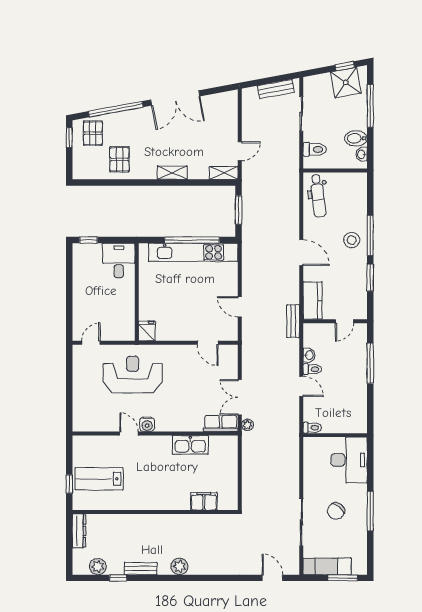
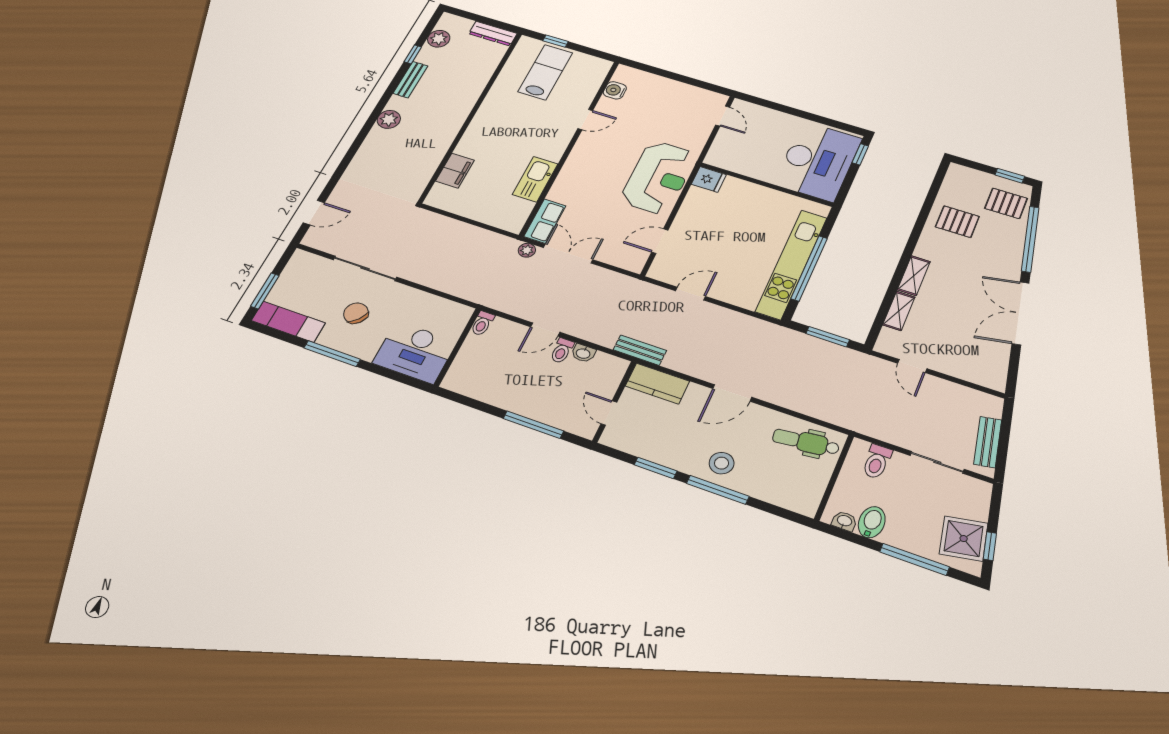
shelving: (224, 173) -> (899, 311), moved
desk: (119, 260) -> (818, 161), width x1.87, depth x1.30
reception desk: (133, 374) -> (658, 177), moved
water cooler: (147, 424) -> (615, 90), moved
exam couch: (327, 566) -> (288, 322), moved, turned -90

